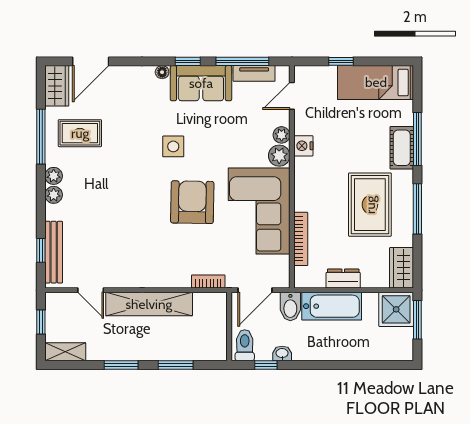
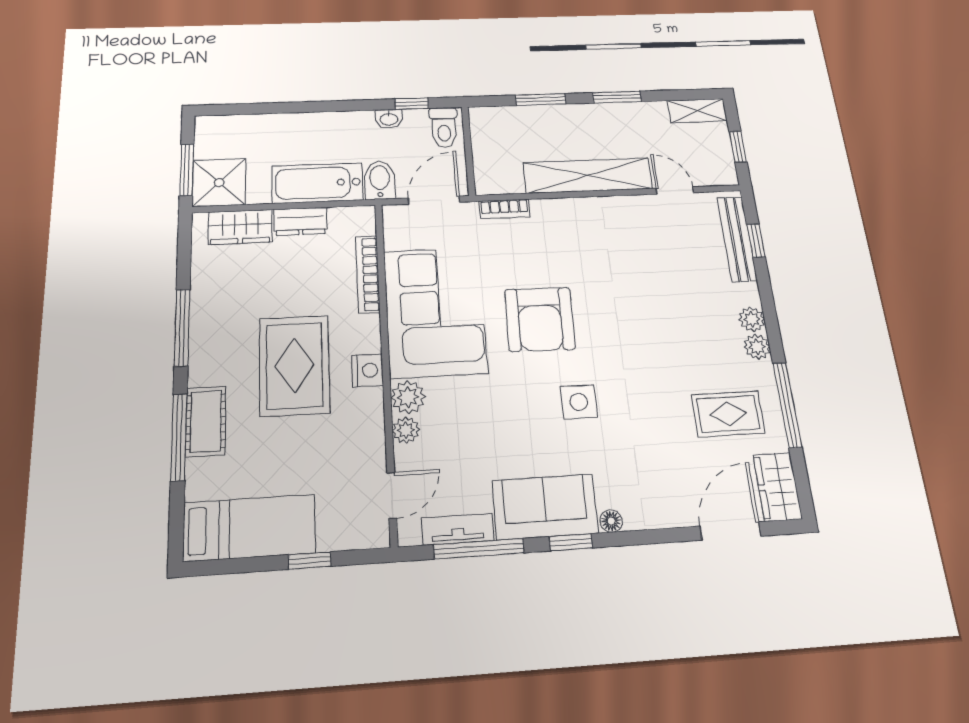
nightstand: (303, 146) -> (368, 370), moved
rug: (370, 205) -> (294, 365), moved
wardrobe: (402, 268) -> (240, 227), moved, turned 90

